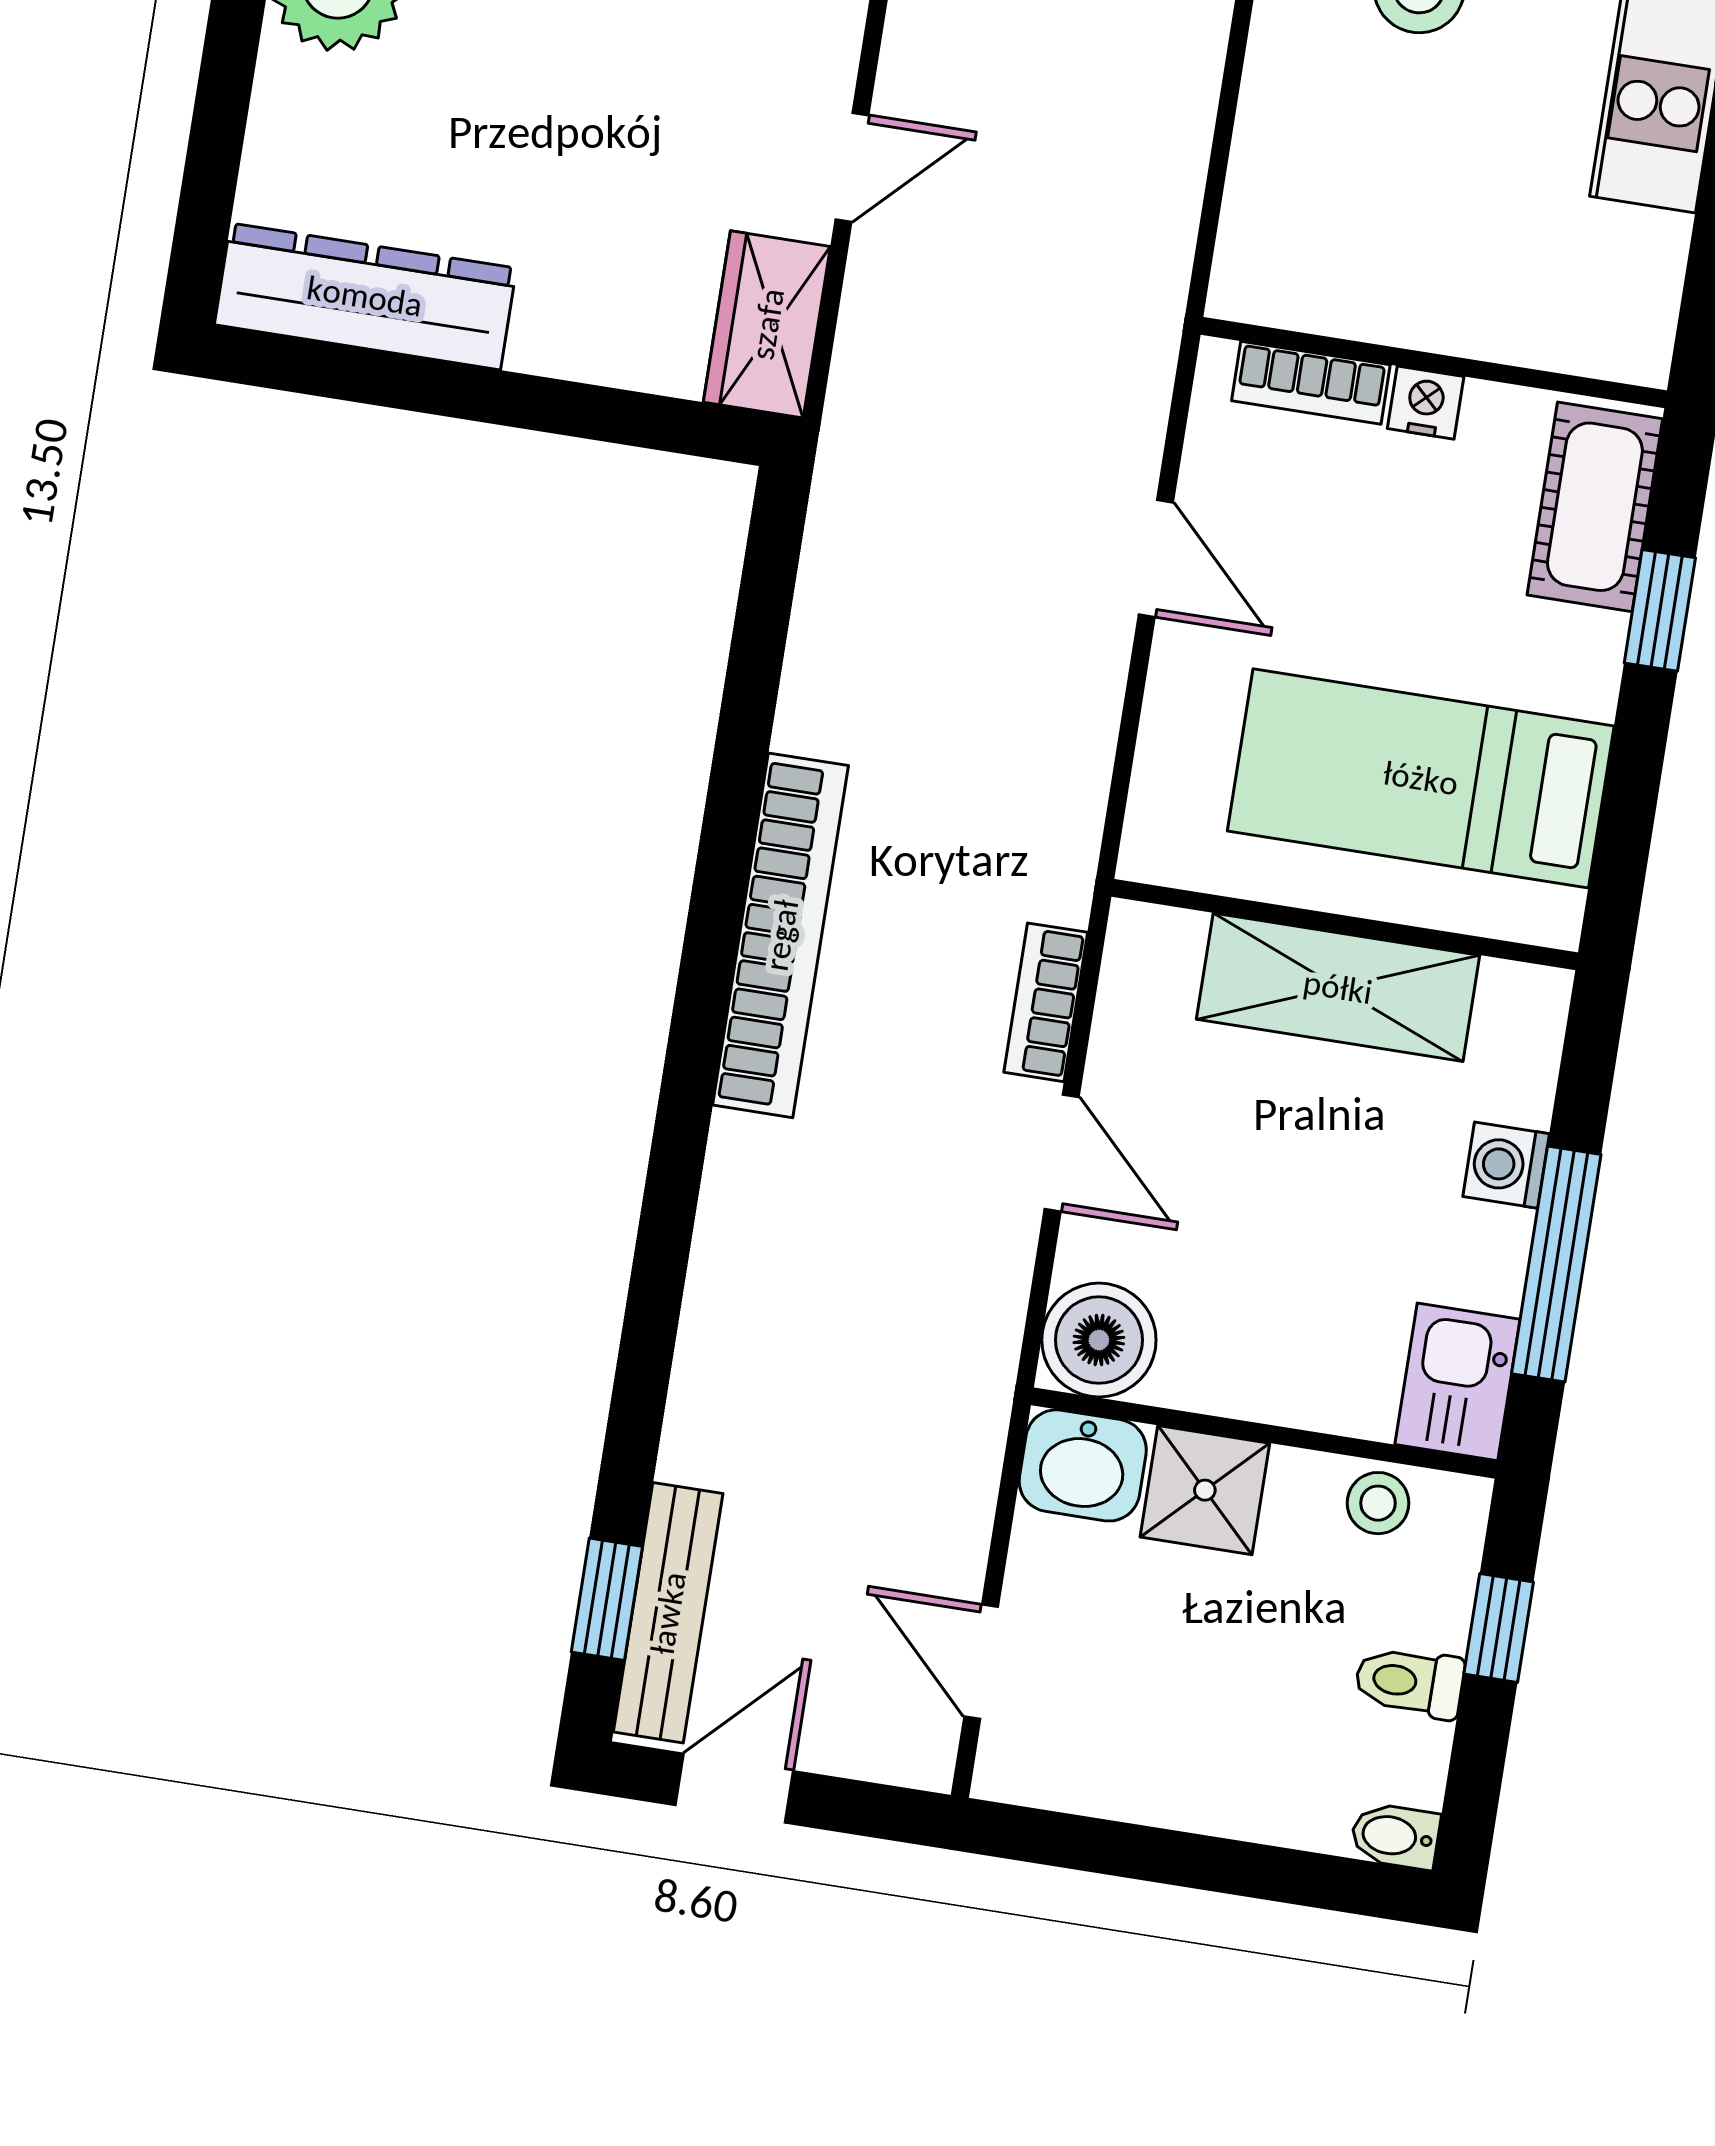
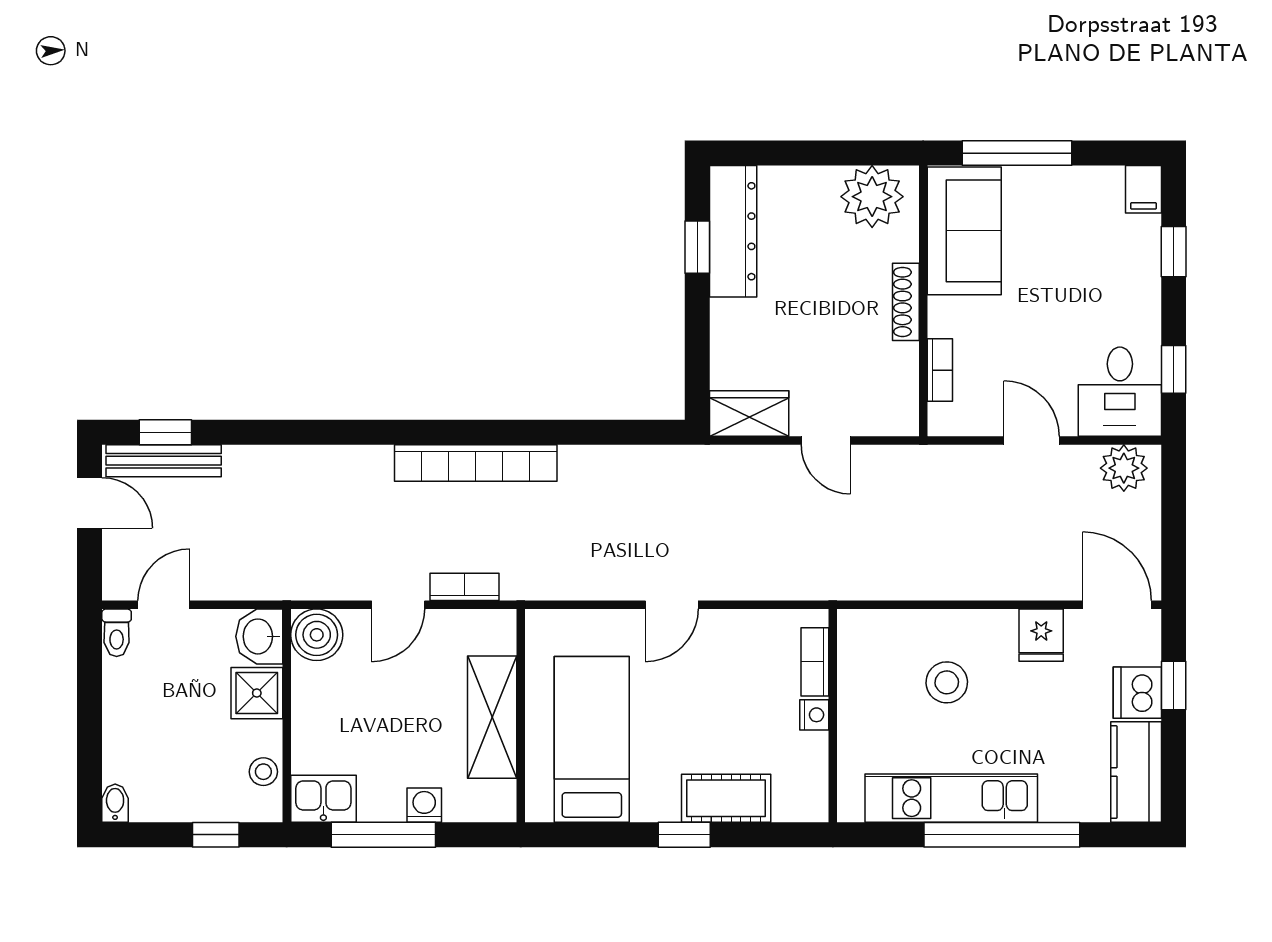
wall: (1434, 363) -> (833, 716), moved
window: (388, 380) -> (697, 247), added
bookcase: (1311, 383) -> (815, 662), moved
nightstand: (1426, 403) -> (814, 715), moved
toilet: (1409, 1682) -> (117, 633), moved, turned 180

